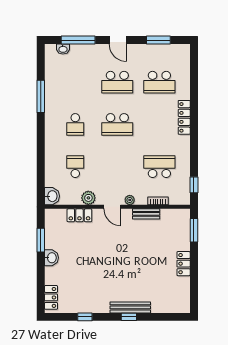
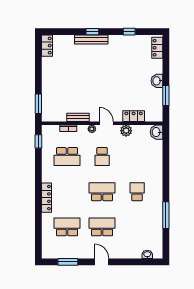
window: (78, 40) -> (135, 262), removed
school desk: (75, 167) -> (102, 157), moved
locker: (184, 264) -> (47, 46), moved

